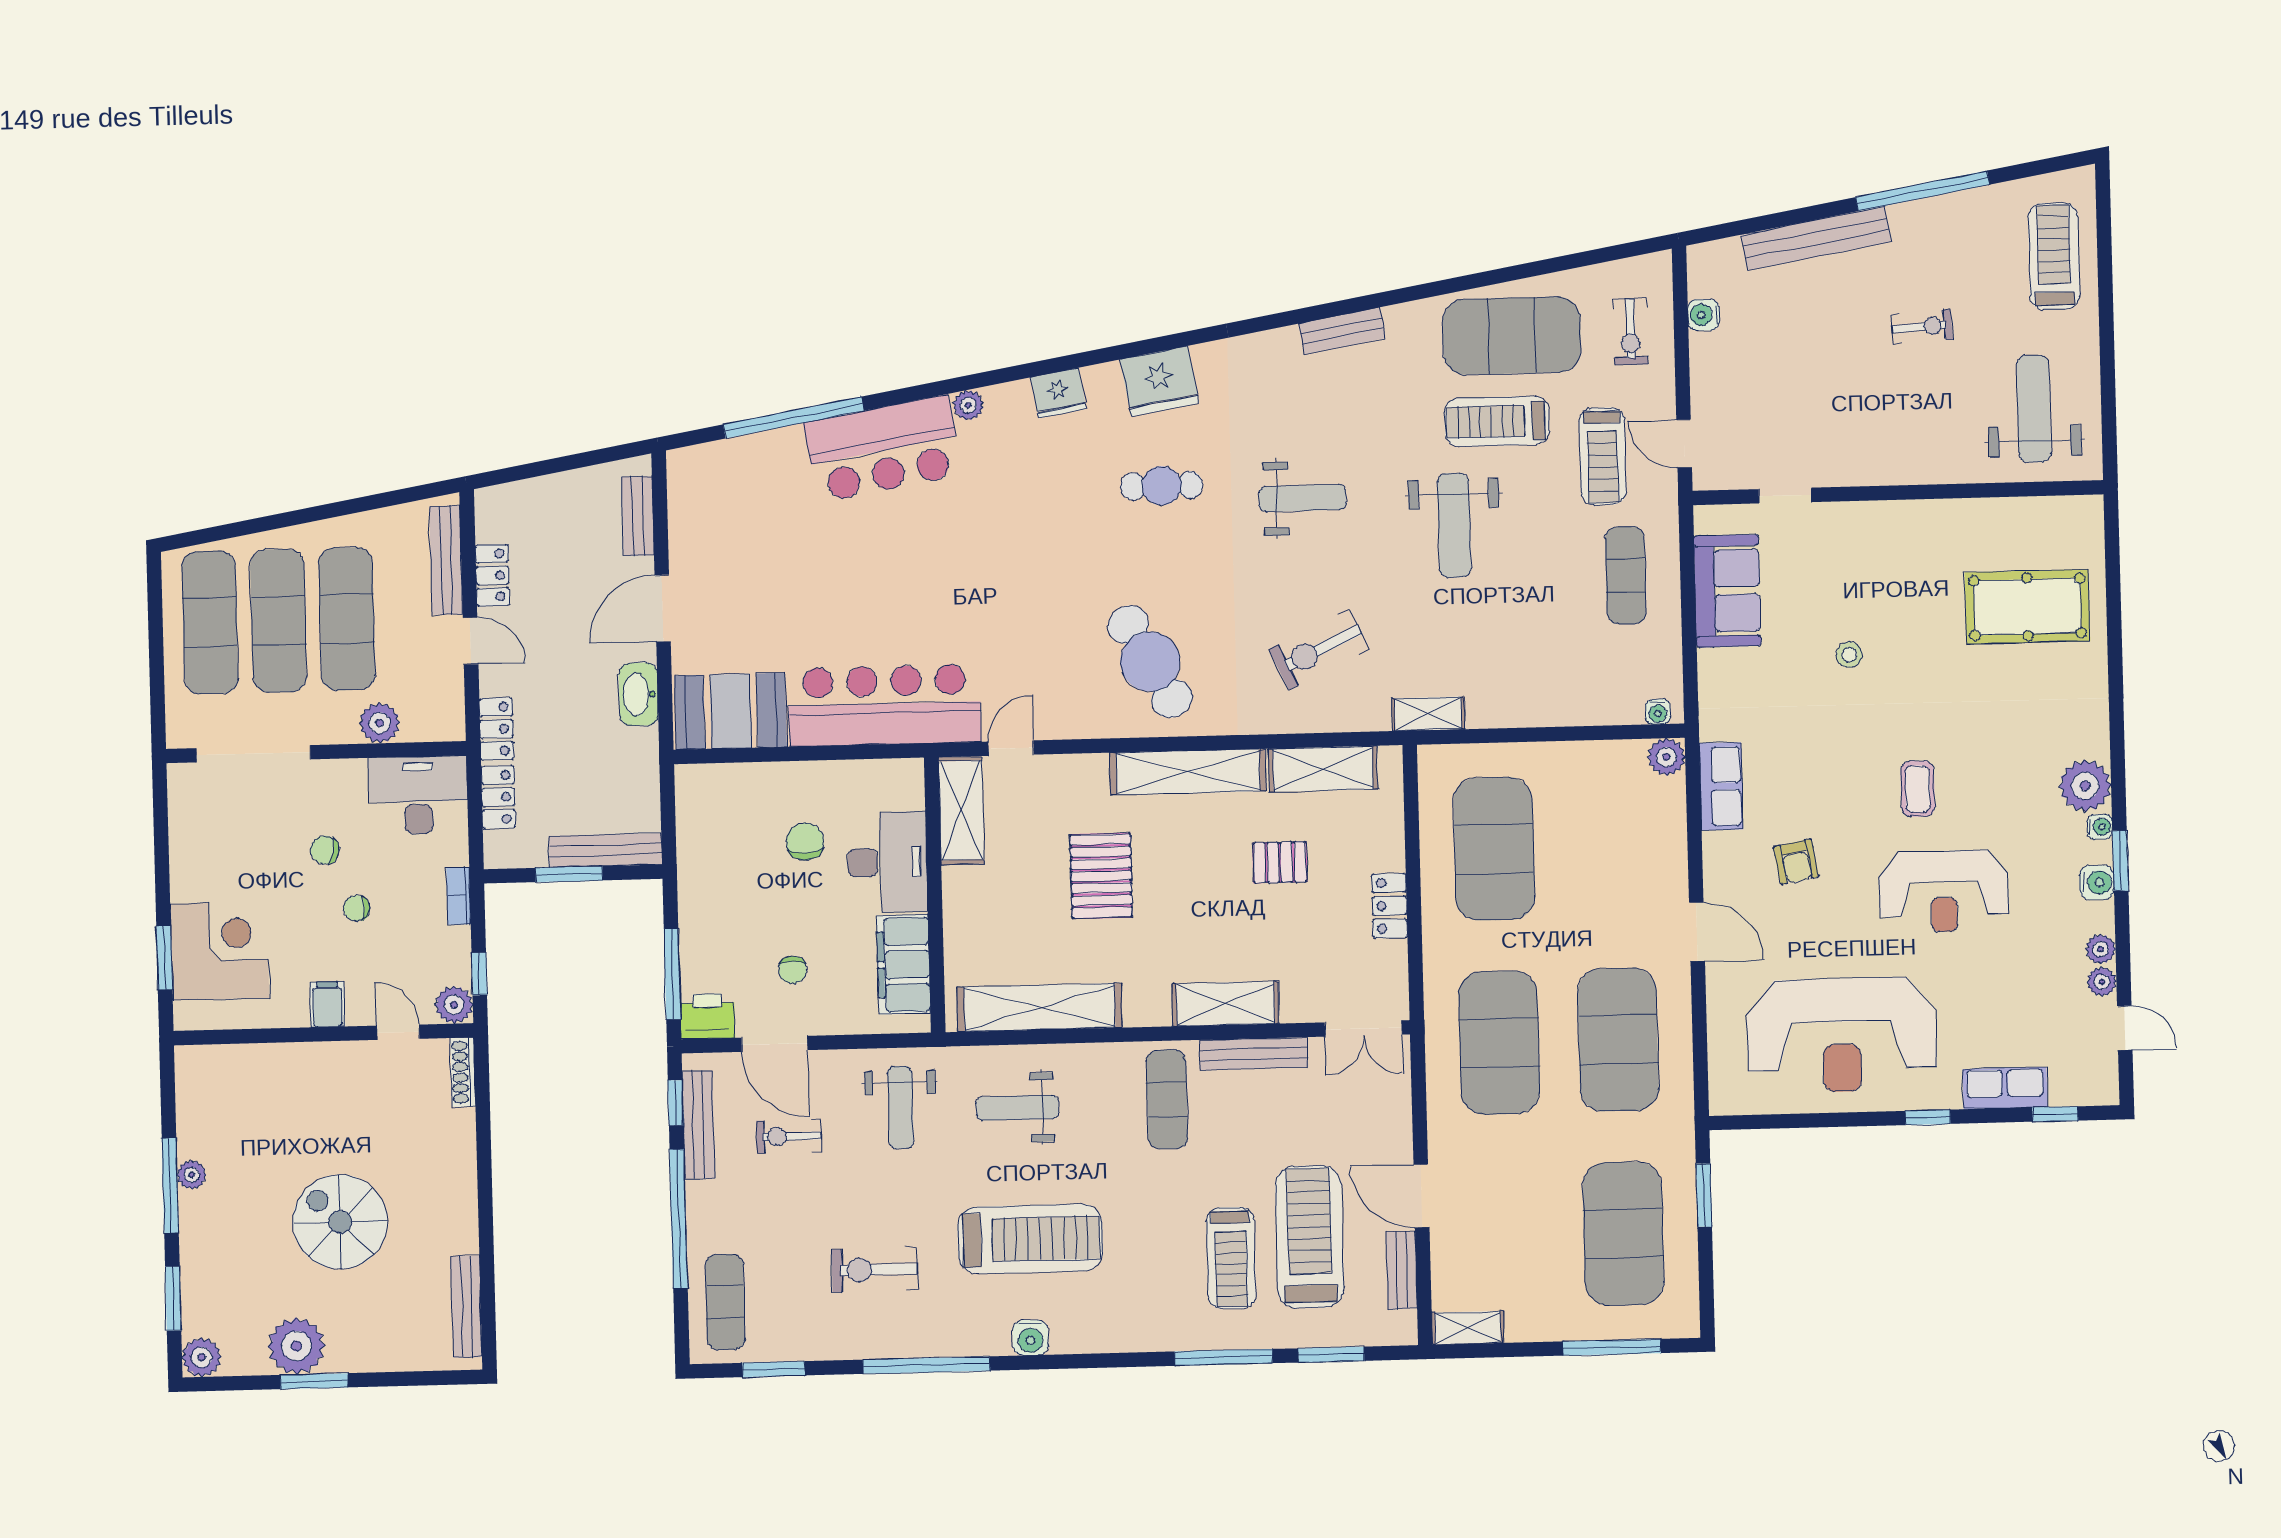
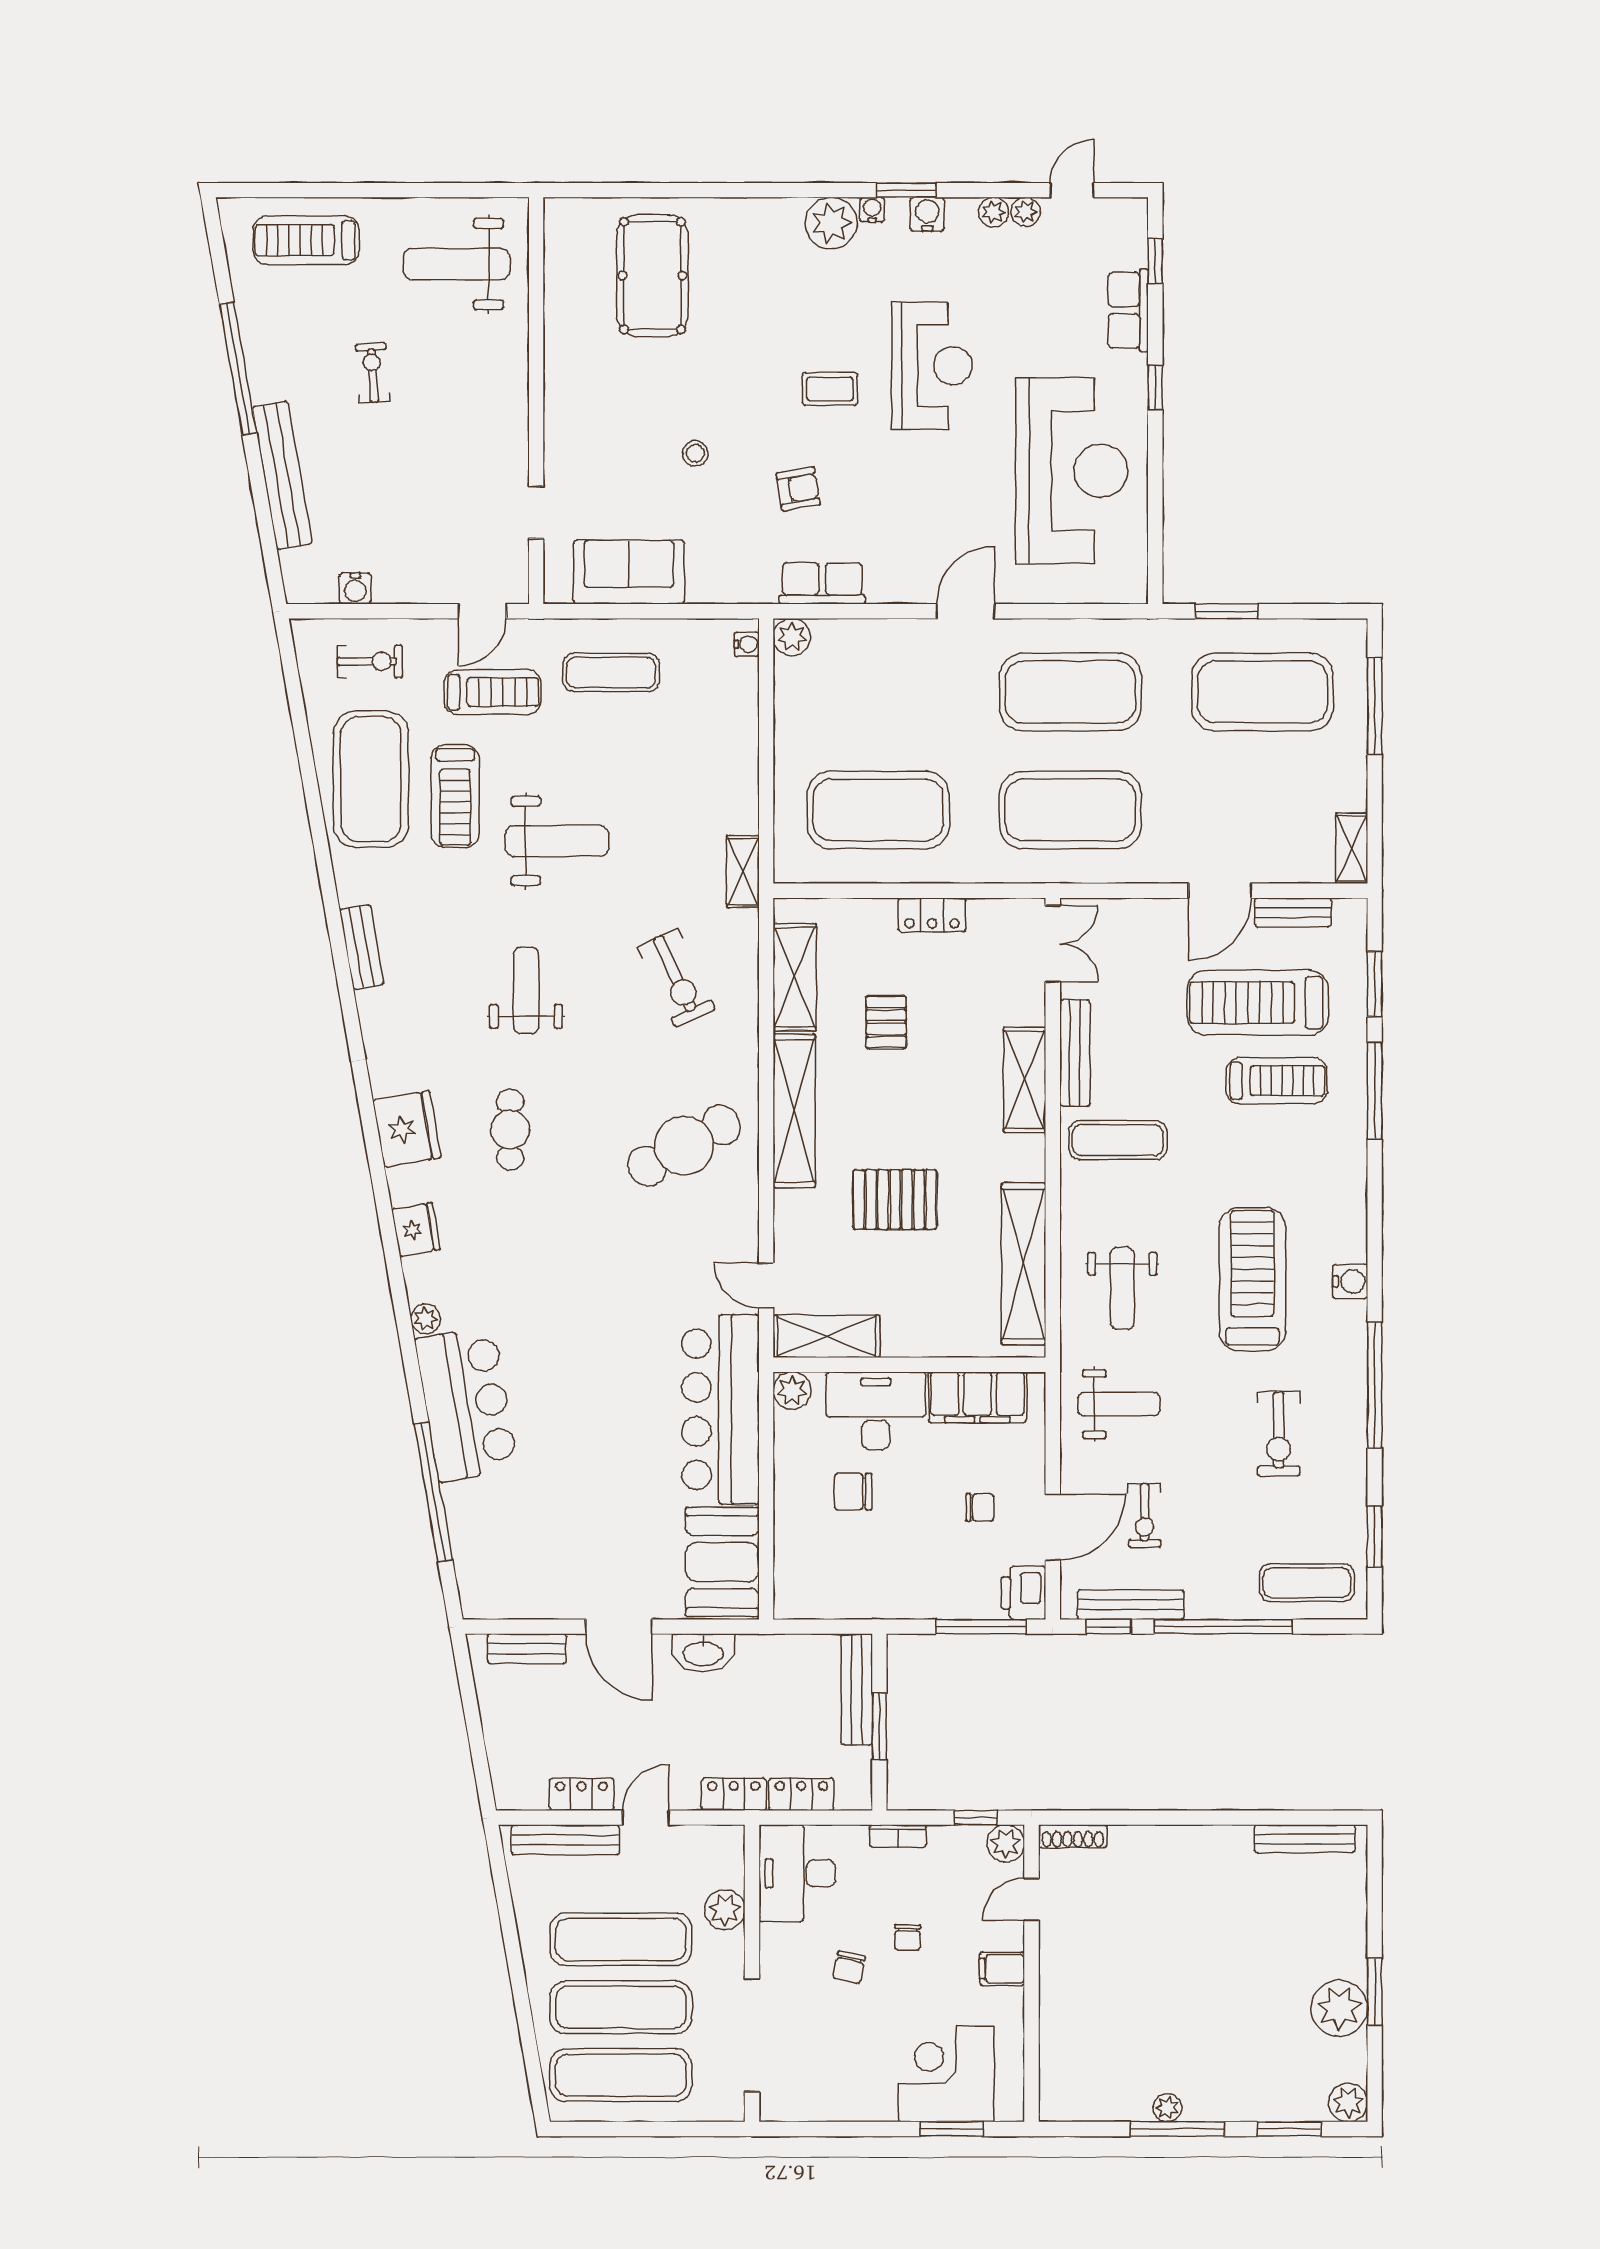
plant: (905, 777) -> (792, 1391), added
armchair: (1796, 862) -> (798, 489), moved
spiral stairs: (340, 1222) -> (1218, 1962), removed

